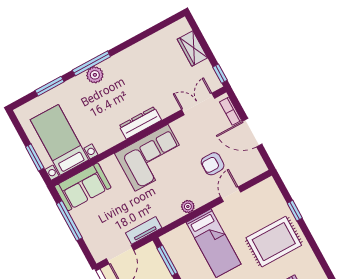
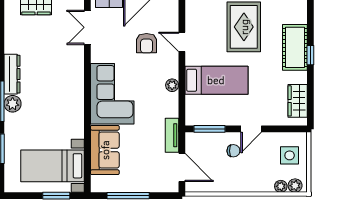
dresser: (140, 123) -> (12, 74), moved, turned 180
sofa: (83, 187) -> (105, 150), moved

